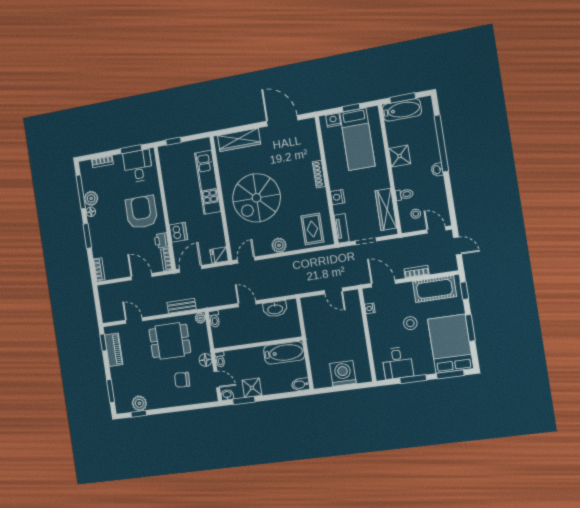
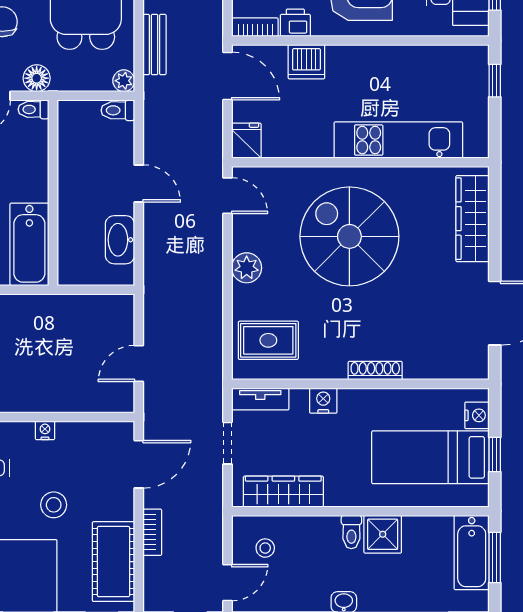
toilet: (404, 194) -> (351, 532), moved
door: (247, 304) -> (139, 183), hinge flipped
nightstand: (370, 308) -> (45, 430), moved

